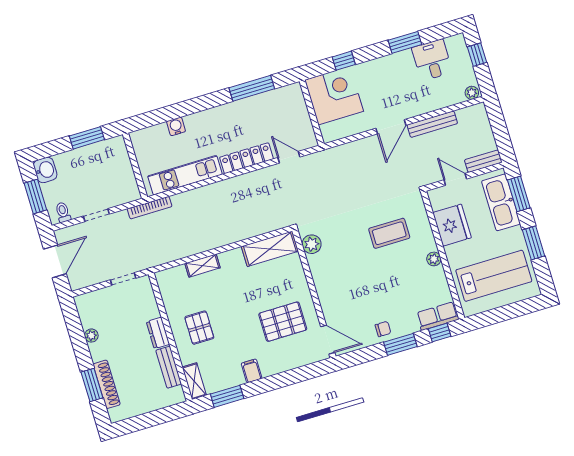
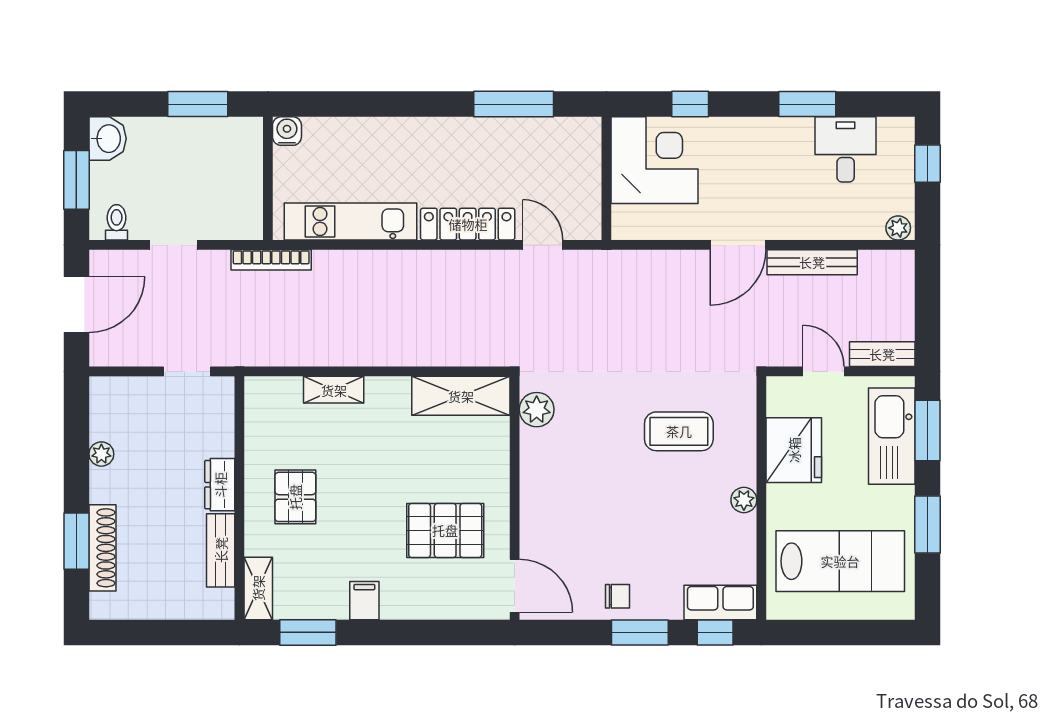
water cooler: (176, 126) -> (287, 131), moved

